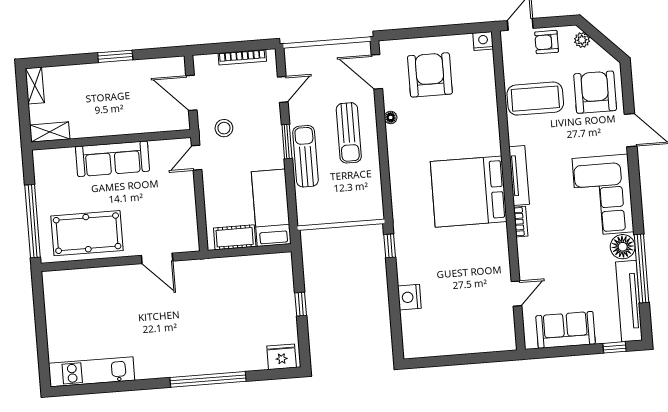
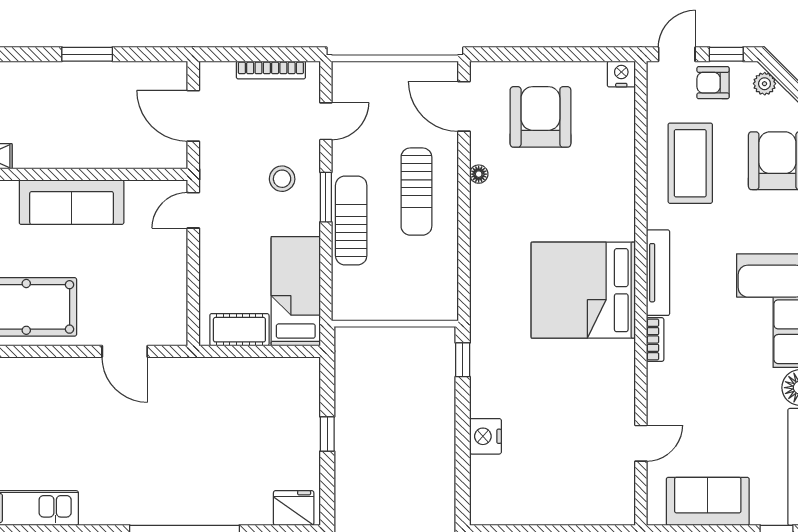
window: (554, 22) -> (726, 54), added
coffee table: (535, 99) -> (690, 163), turned 90
stool: (224, 128) -> (282, 179), moved

